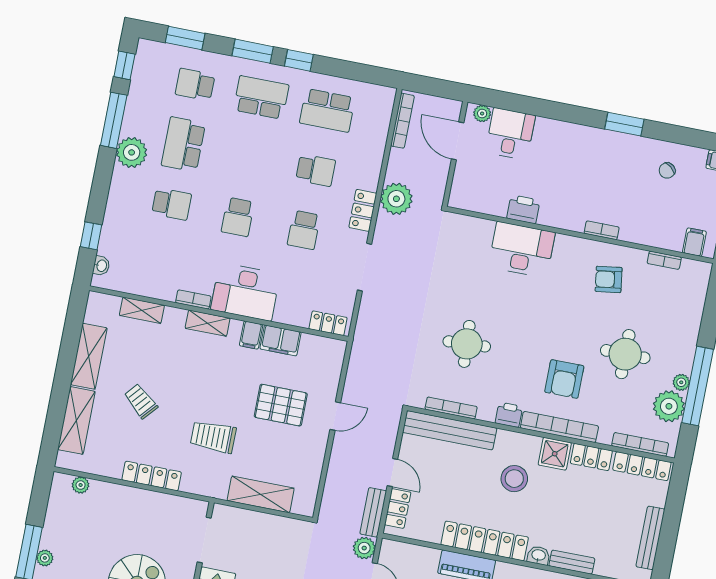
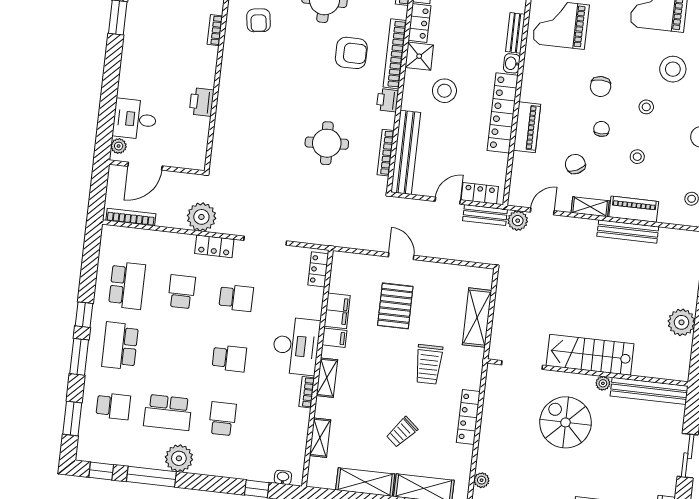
school desk: (195, 84) -> (113, 406), turned -90
desk: (522, 250) -> (238, 101), removed

